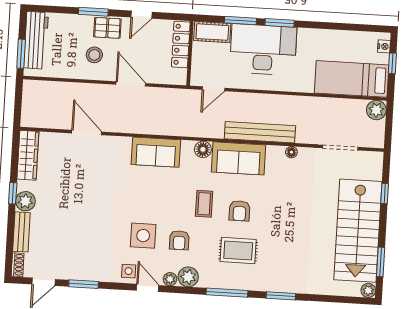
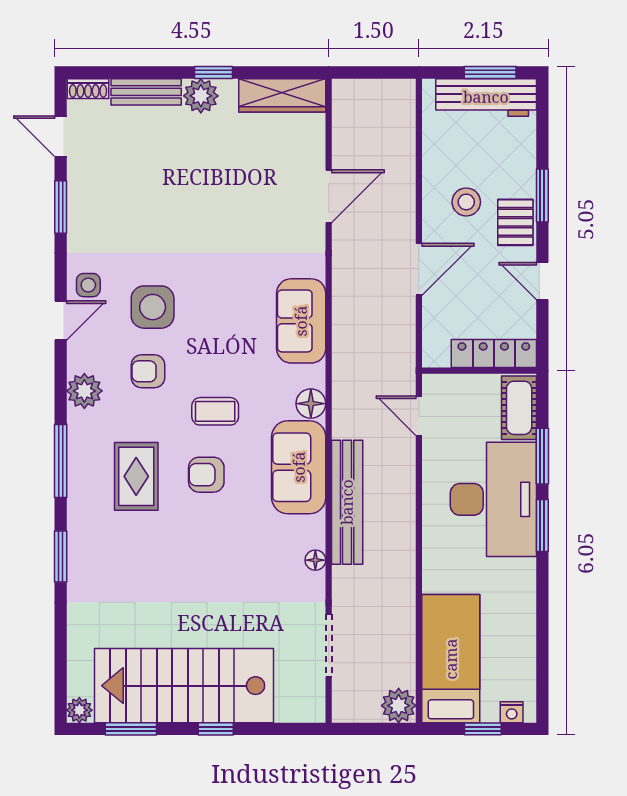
window: (21, 54) -> (490, 72), moved
window: (385, 193) -> (216, 729), moved
plant: (170, 279) -> (78, 359), removed

